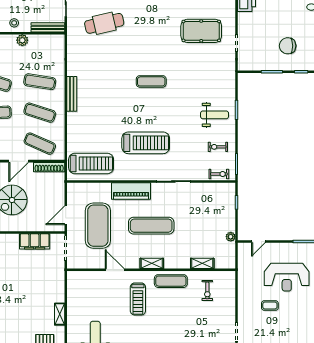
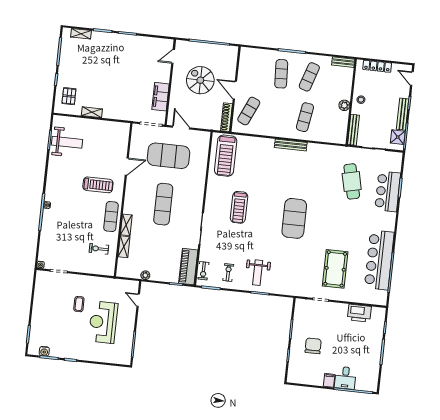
exercise mat: (151, 81) -> (294, 218), width x2.00, depth x1.45
exercise mat: (40, 113) -> (277, 114), removed
treadmill: (146, 143) -> (239, 207), width x0.73, depth x0.73
piano: (131, 191) -> (188, 267), moved
shelving: (152, 263) -> (126, 225), moved
treadmill: (138, 299) -> (98, 185), turned 180

